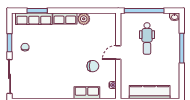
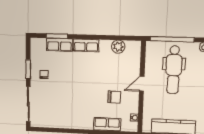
row of seats: (34, 19) -> (60, 45), width x0.68
plant: (84, 19) -> (118, 47), moved
dental chair: (147, 39) -> (174, 70), width x1.36, depth x1.38

